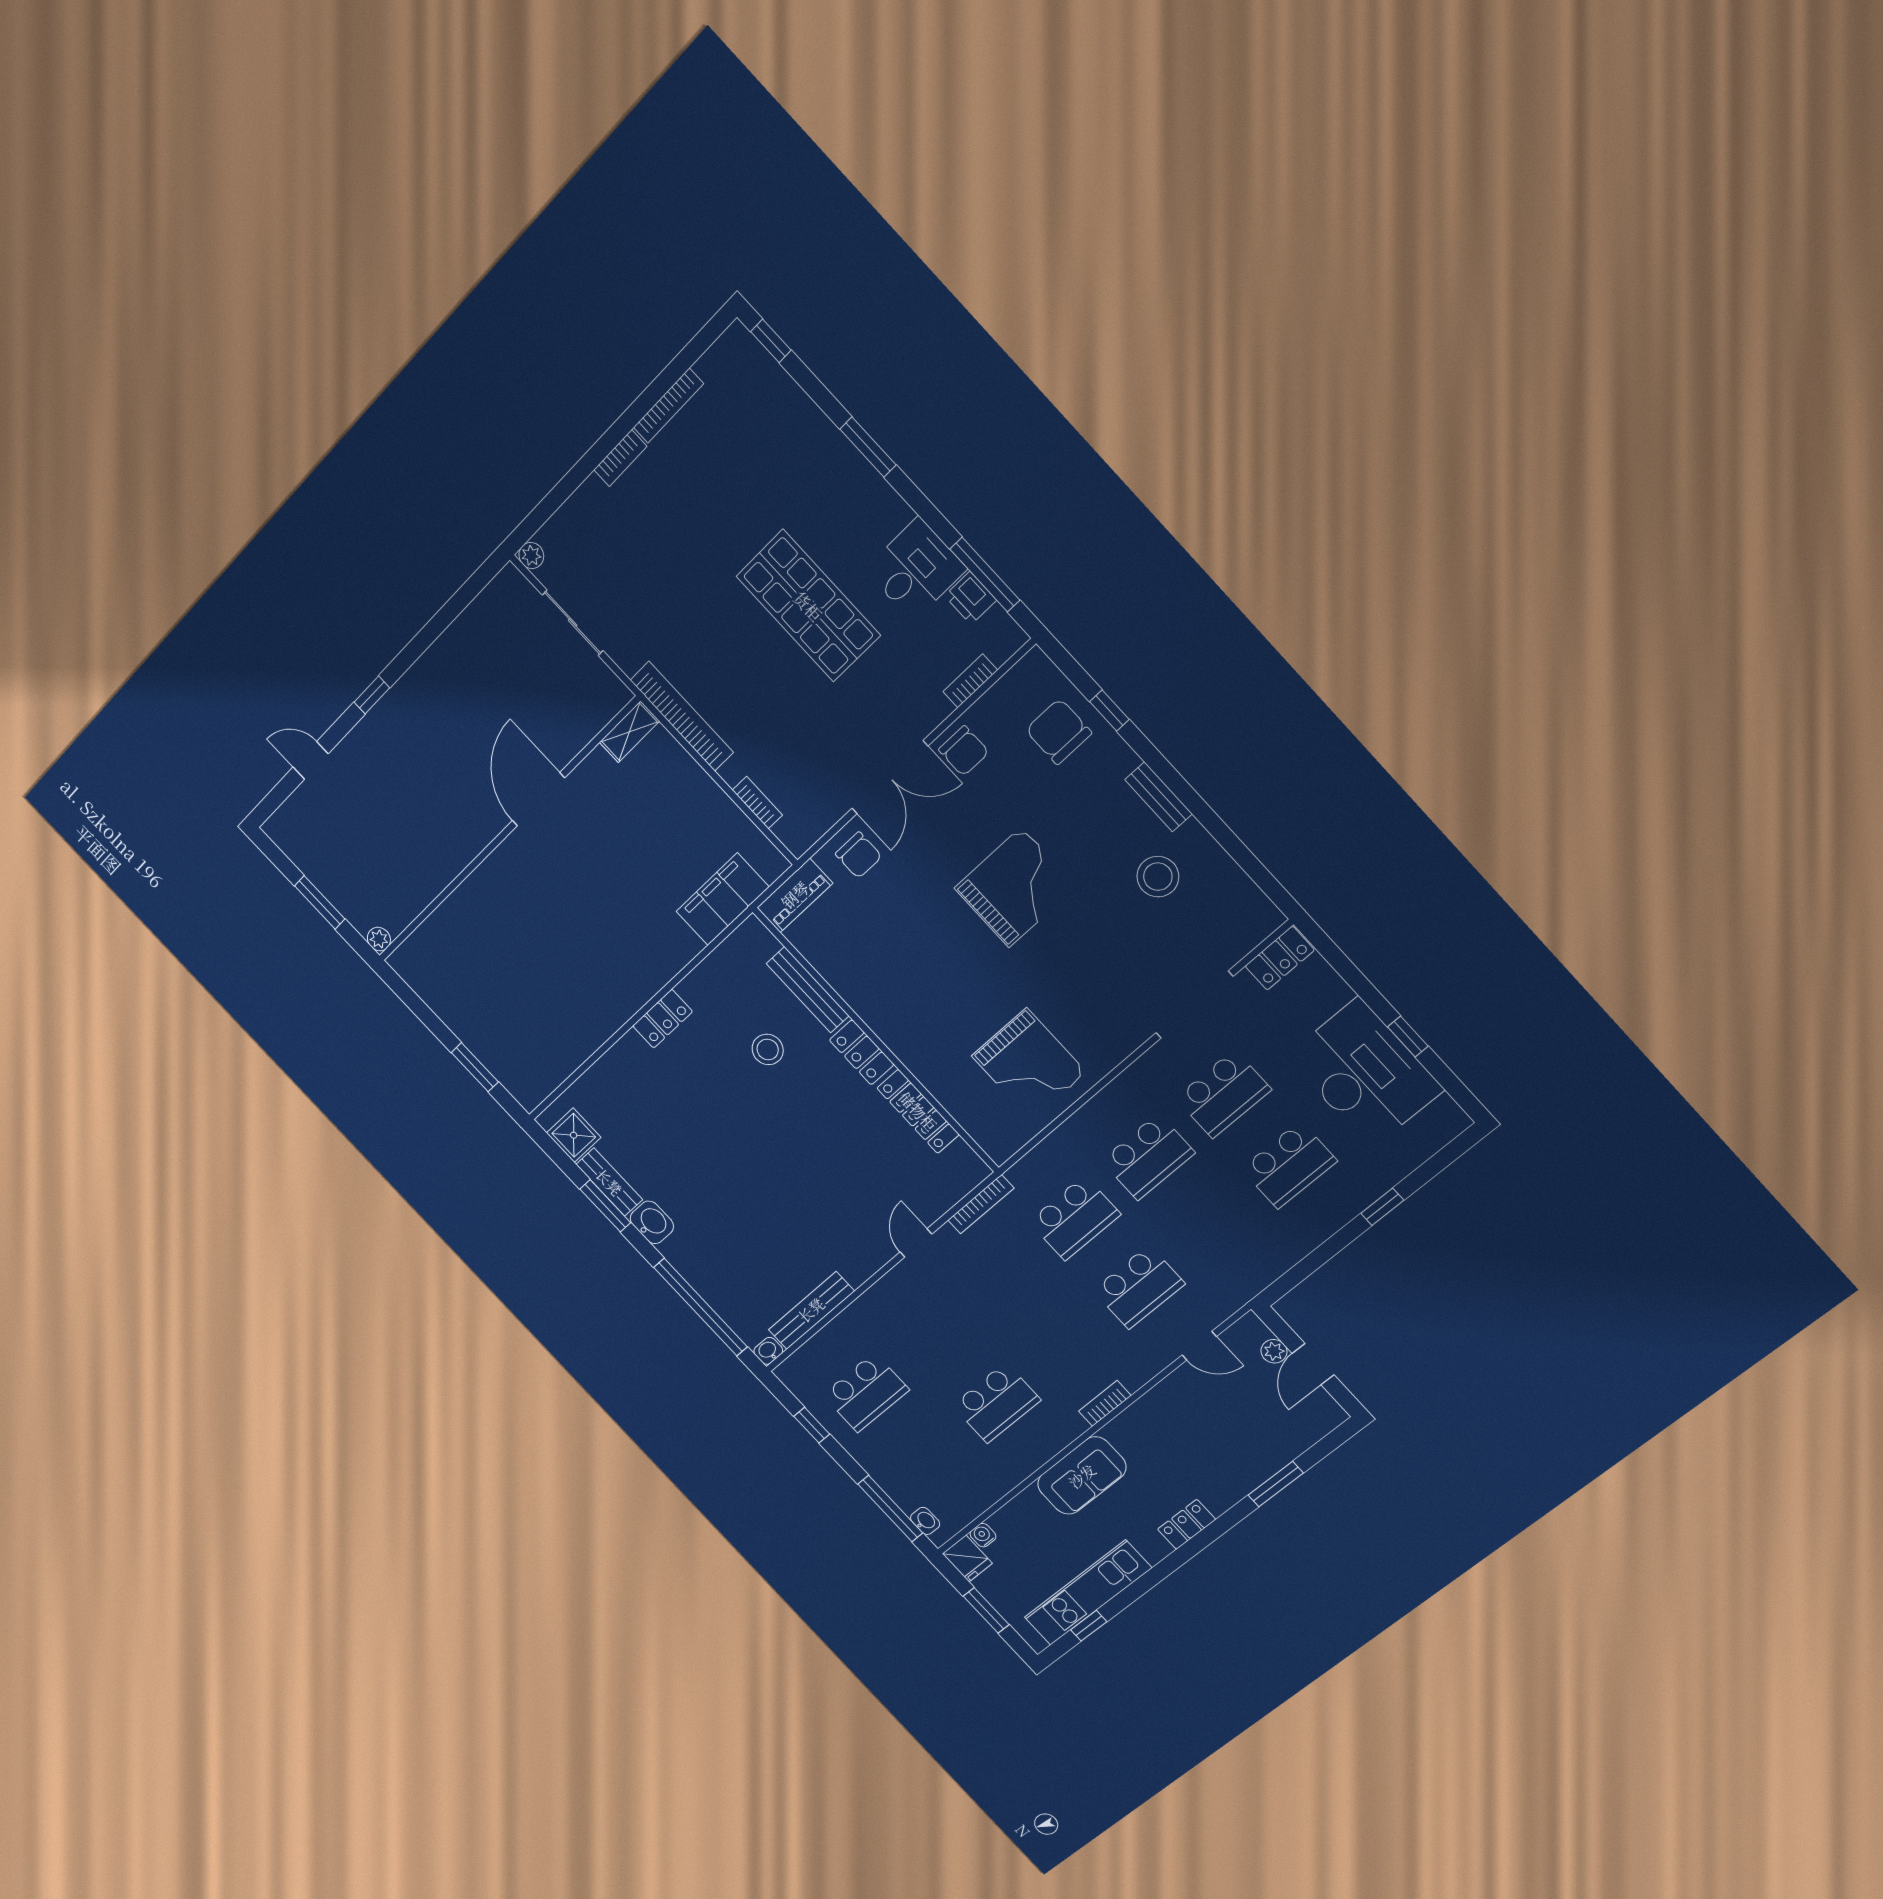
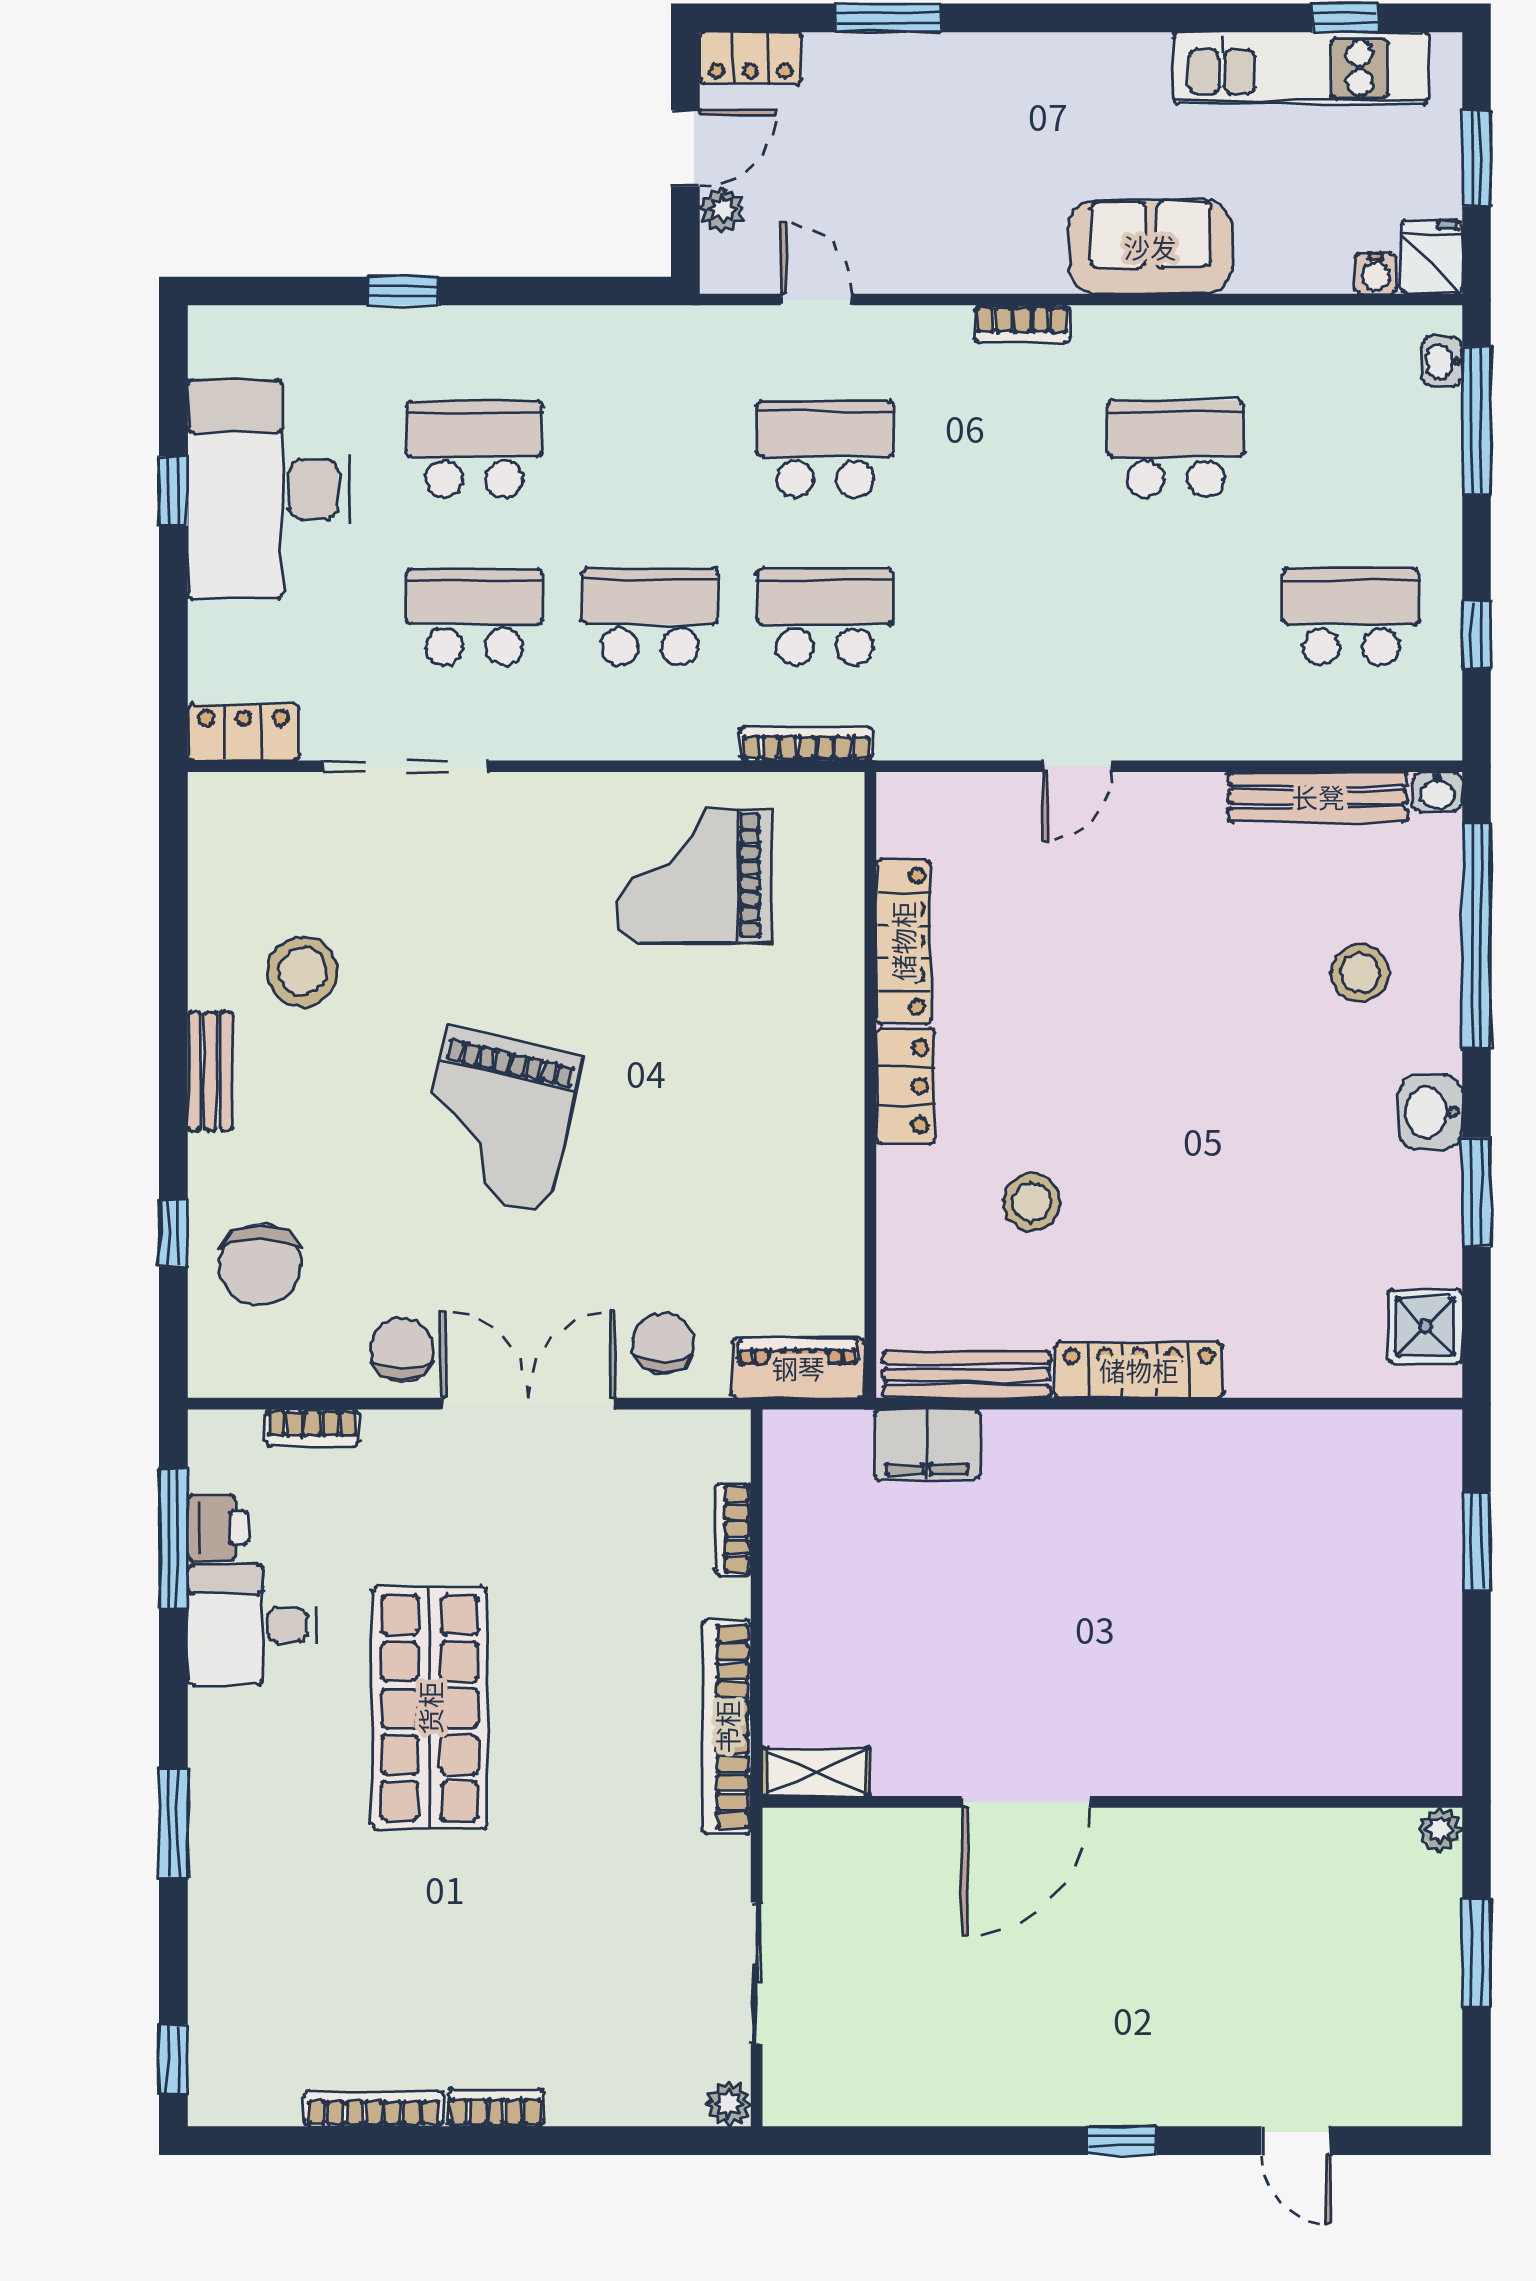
grand piano: (1015, 887) -> (497, 1120), turned -77
filing cabinet: (722, 899) -> (927, 1445), width x0.67, depth x0.86
bench: (808, 990) -> (967, 1374), moved, turned 90
locker: (663, 1019) -> (1139, 1370), width x1.53
grand piano: (1029, 1064) -> (694, 876), turned -90
bench: (609, 1182) -> (1437, 1219), removed
bookcase: (981, 1204) -> (806, 743), moved
stool: (730, 1254) -> (1360, 973), added
locker: (1187, 1524) -> (751, 58), moved

